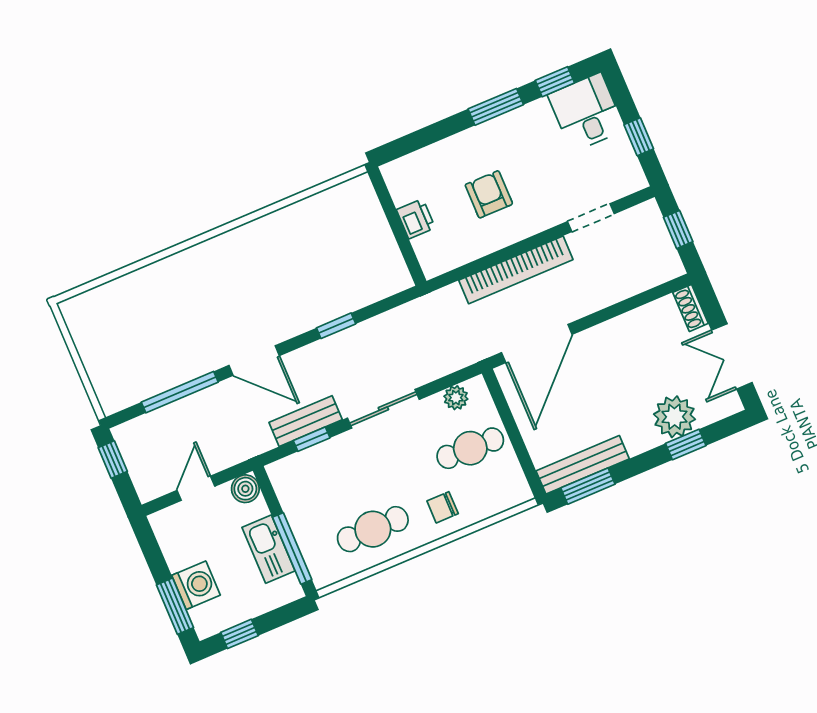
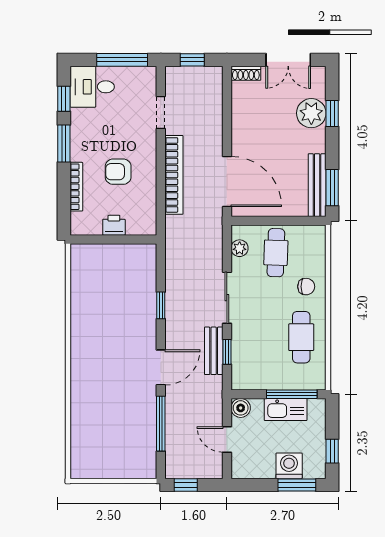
window: (639, 137) -> (122, 60), width x2.17
bookcase: (445, 148) -> (76, 187), added
chair: (443, 507) -> (306, 287), turned -90

